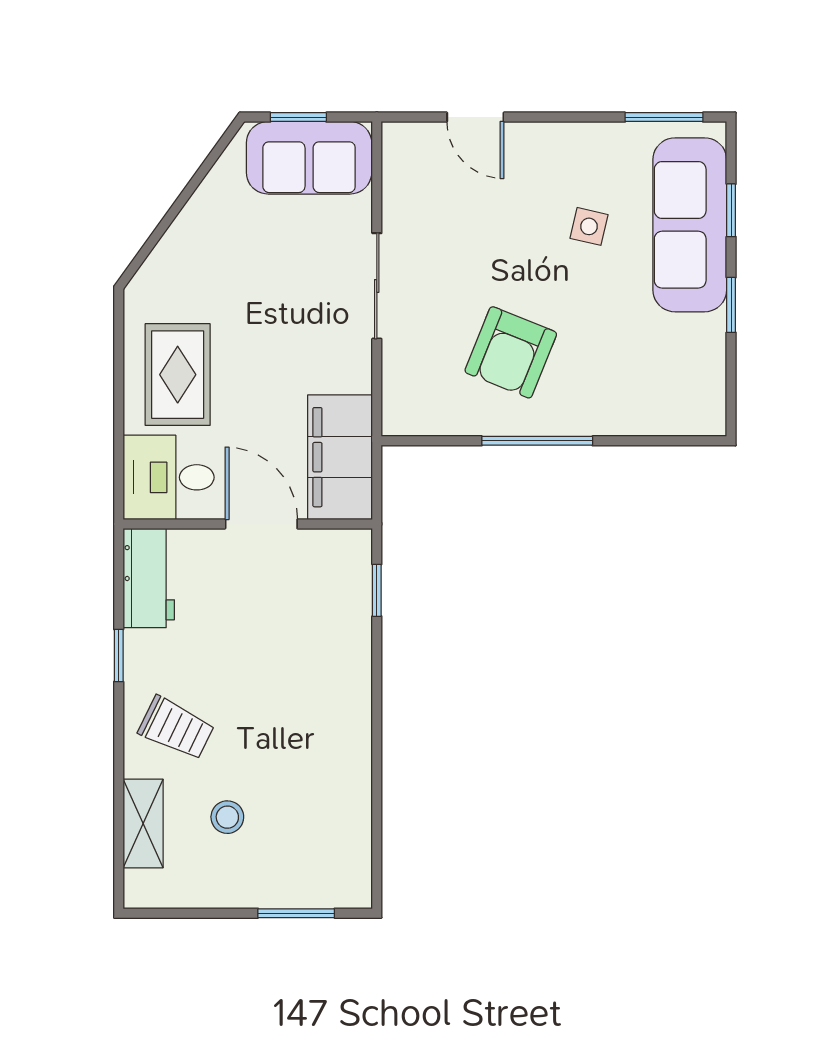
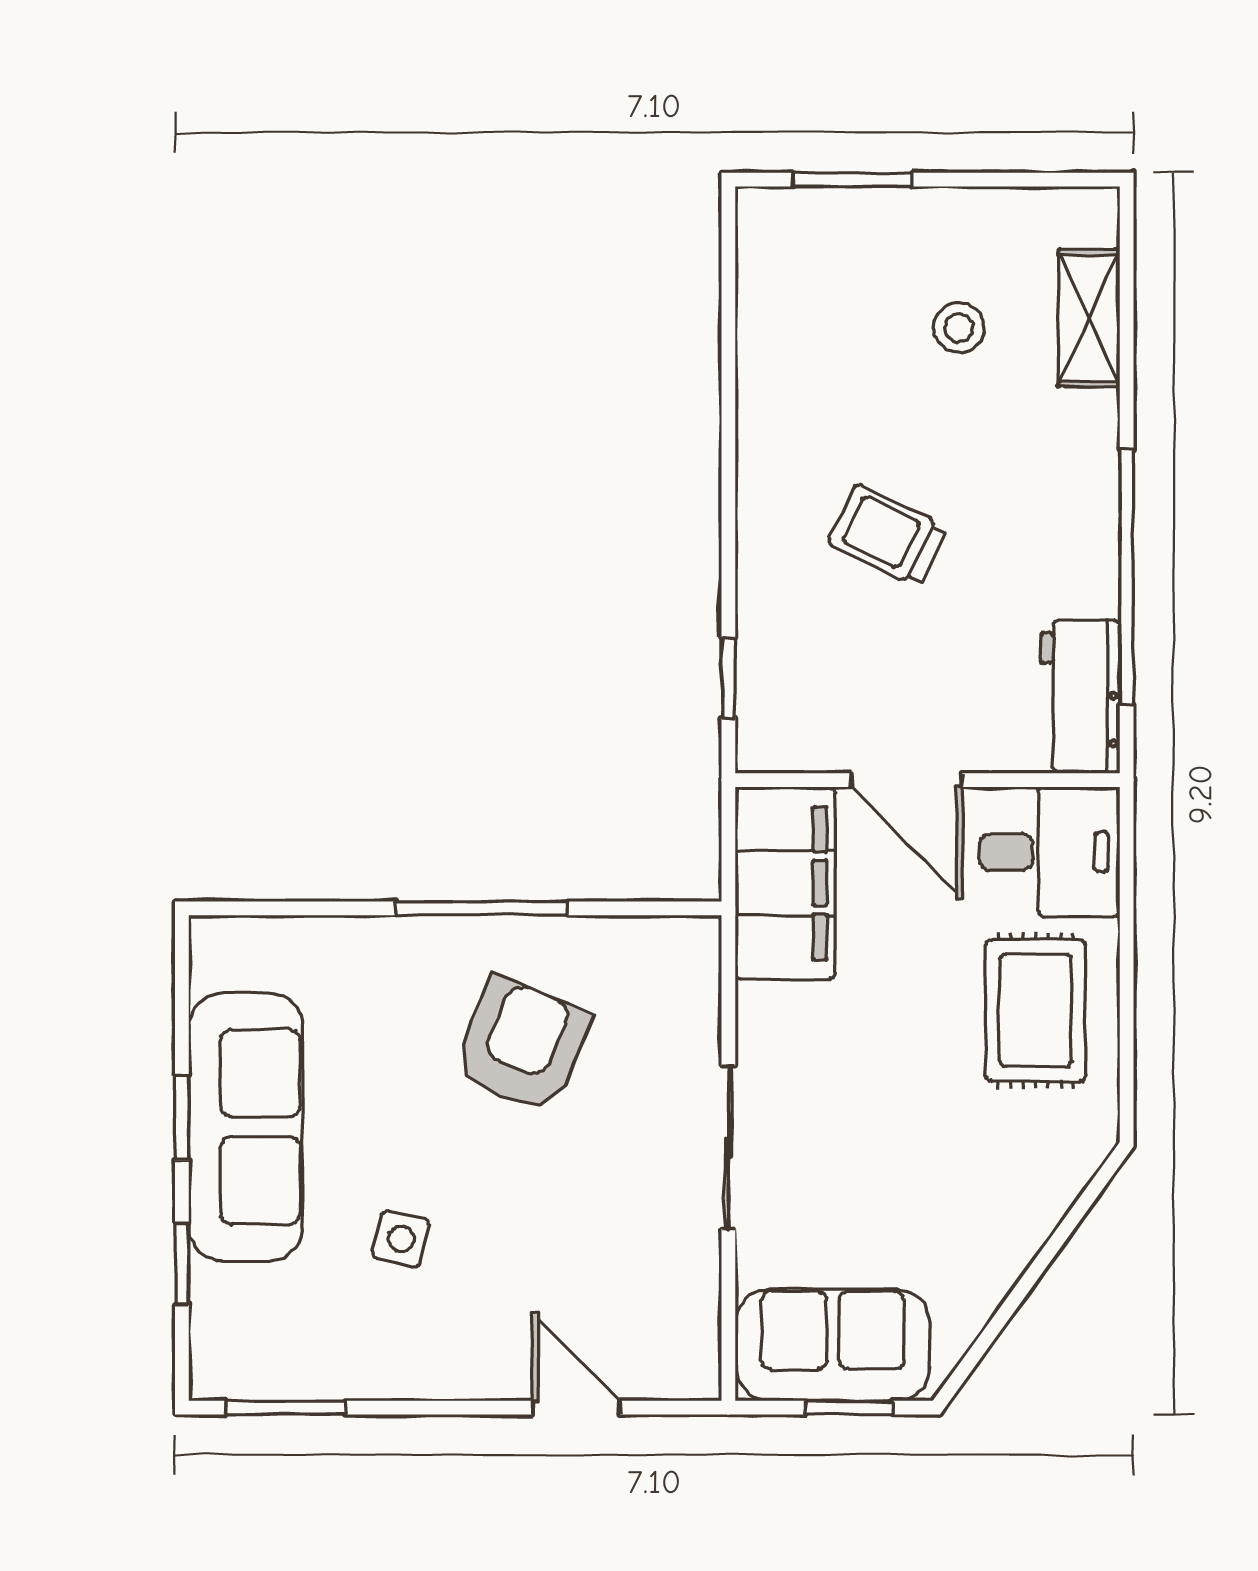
sofa: (690, 225) -> (246, 1127), moved
window: (119, 655) -> (1127, 577), width x3.17
trolley: (176, 728) -> (888, 535), moved

